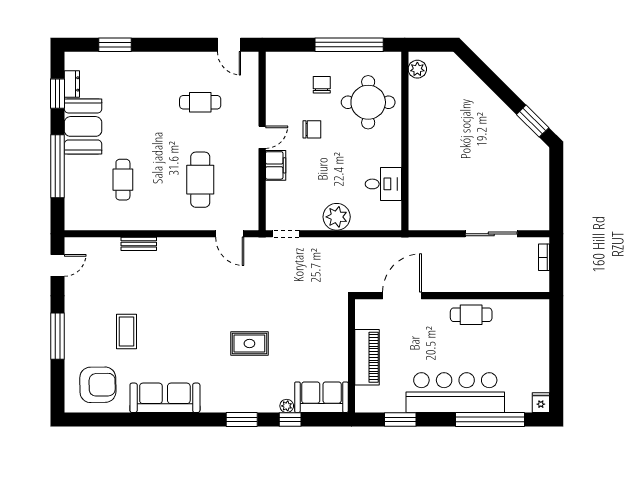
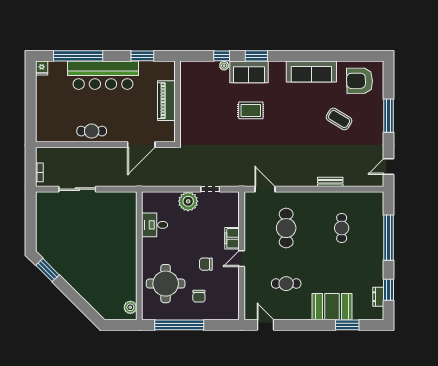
booth: (83, 126) -> (332, 307), moved, turned 90
doorway: (286, 234) -> (210, 189), moved
coffee table: (127, 332) -> (339, 119), turned -59
sofa: (321, 397) -> (249, 72), moved

